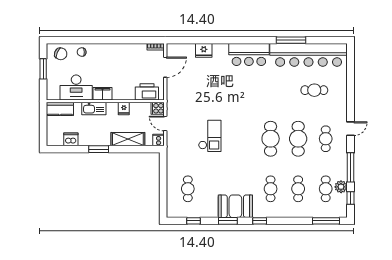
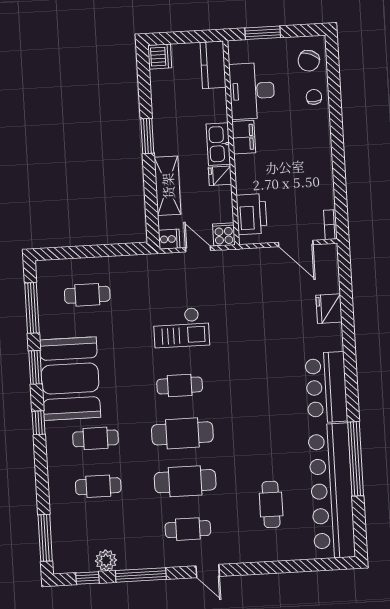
window: (291, 40) -> (356, 459), width x1.46
window: (43, 69) -> (263, 33), moved
kitchen sink: (94, 109) -> (218, 144), moved
door: (165, 124) -> (198, 249), hinge flipped
dishwasher: (71, 139) -> (160, 57), moved
cafe table: (326, 189) -> (180, 386), moved
booth: (235, 206) -> (70, 379), width x1.36, depth x1.42
window: (194, 221) -> (32, 308), width x2.17

